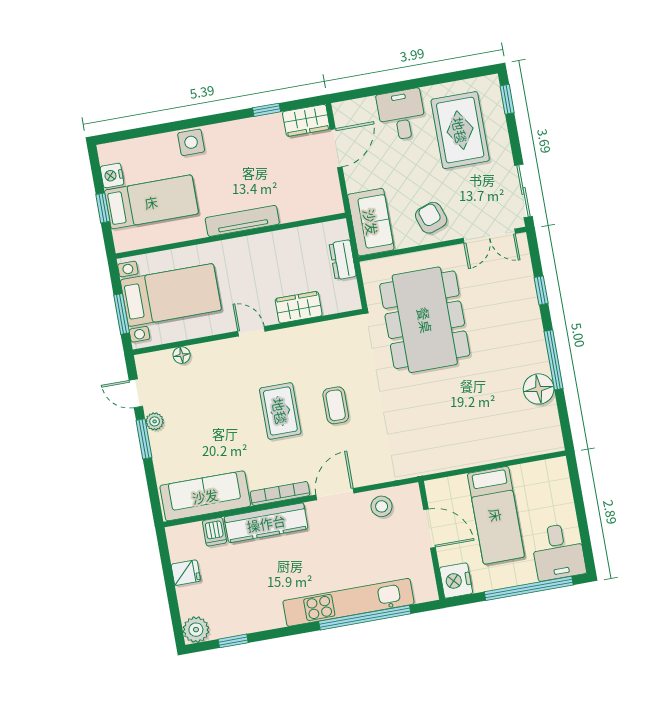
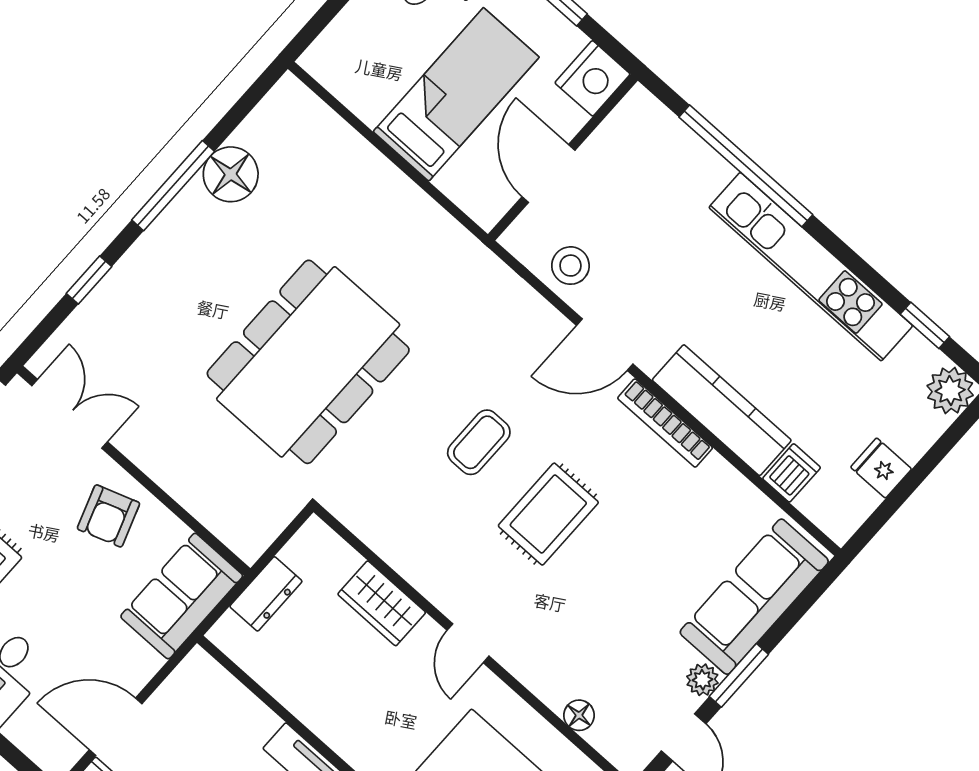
dining table: (425, 320) -> (308, 362), moved
sofa: (205, 496) -> (754, 597), moved, turned 90
kitchen unit: (348, 602) -> (811, 267), moved

